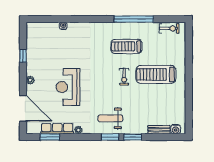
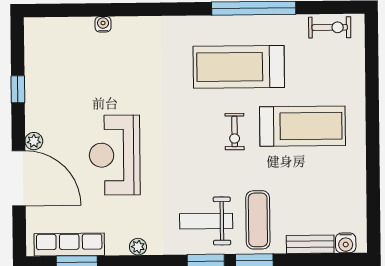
treadmill: (126, 46) -> (239, 67), width x1.37, depth x1.37
treadmill: (156, 74) -> (302, 126), turned 180
door: (23, 108) -> (19, 178), moved
exercise mat: (135, 118) -> (258, 220), added
row of seats: (57, 129) -> (69, 245), moved

